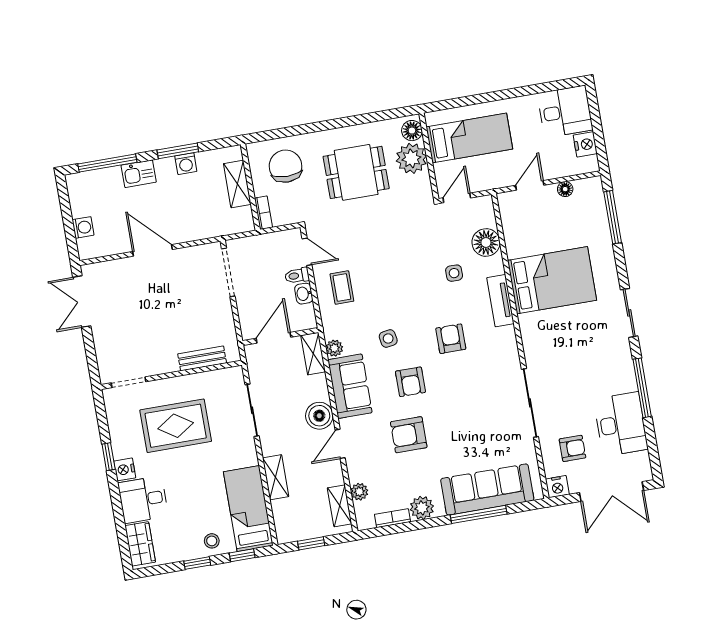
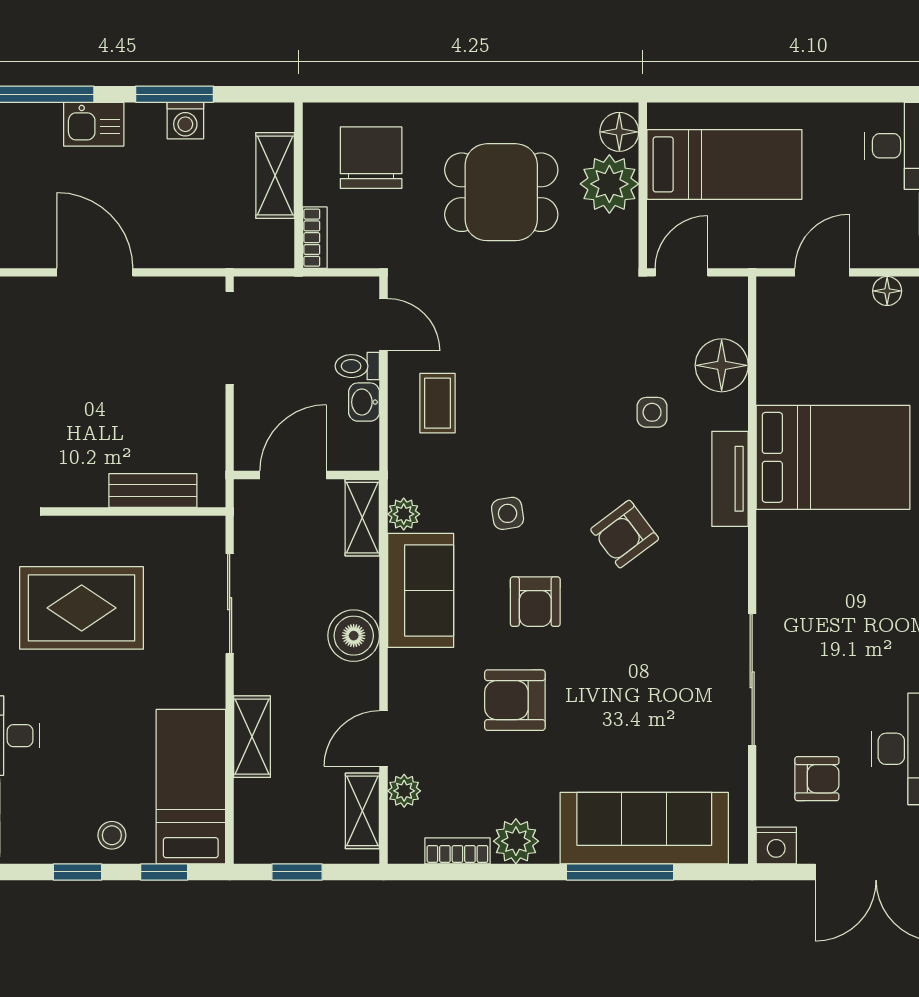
armchair: (451, 339) -> (625, 534), turned -127
door: (340, 444) -> (384, 738), moved

